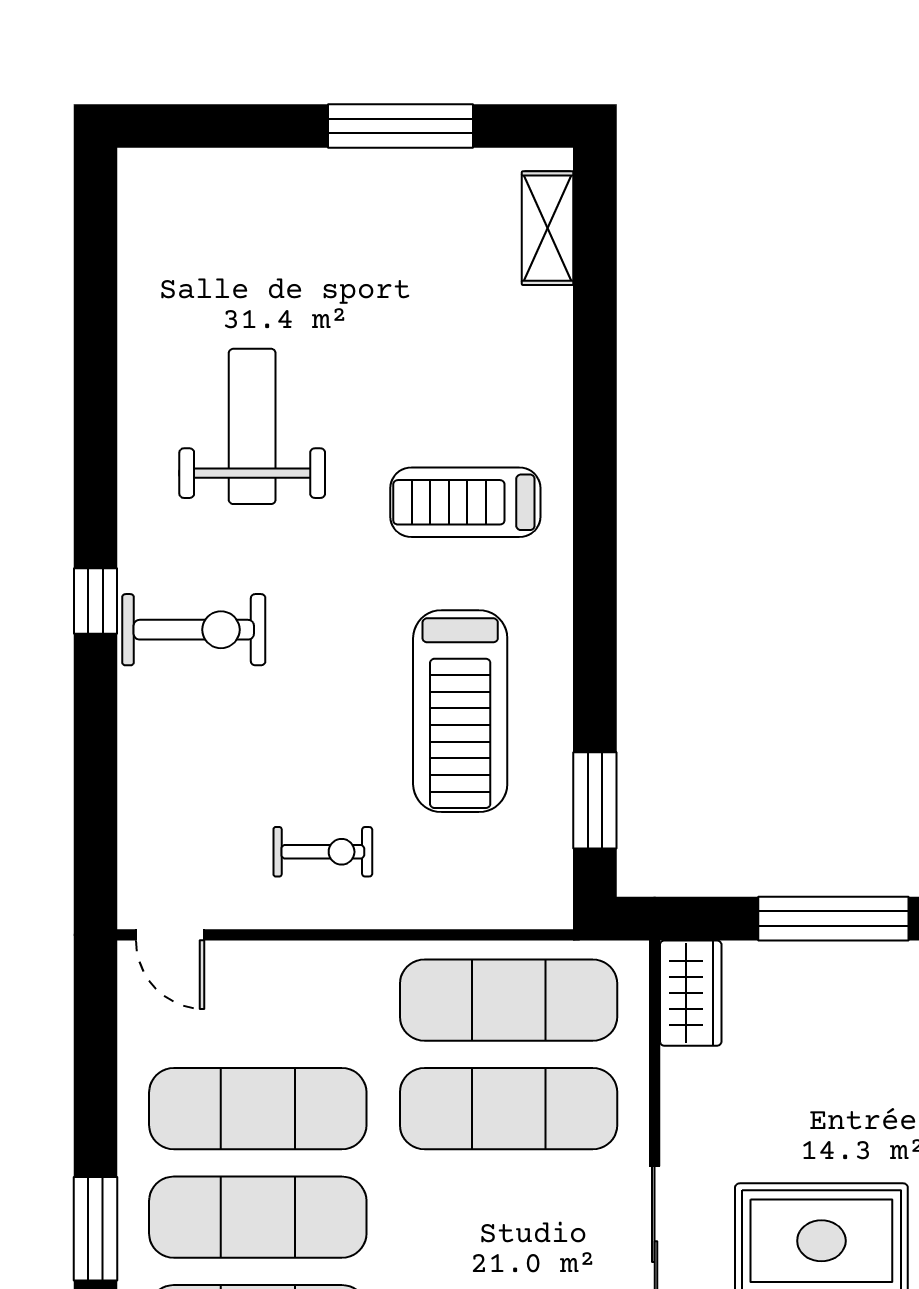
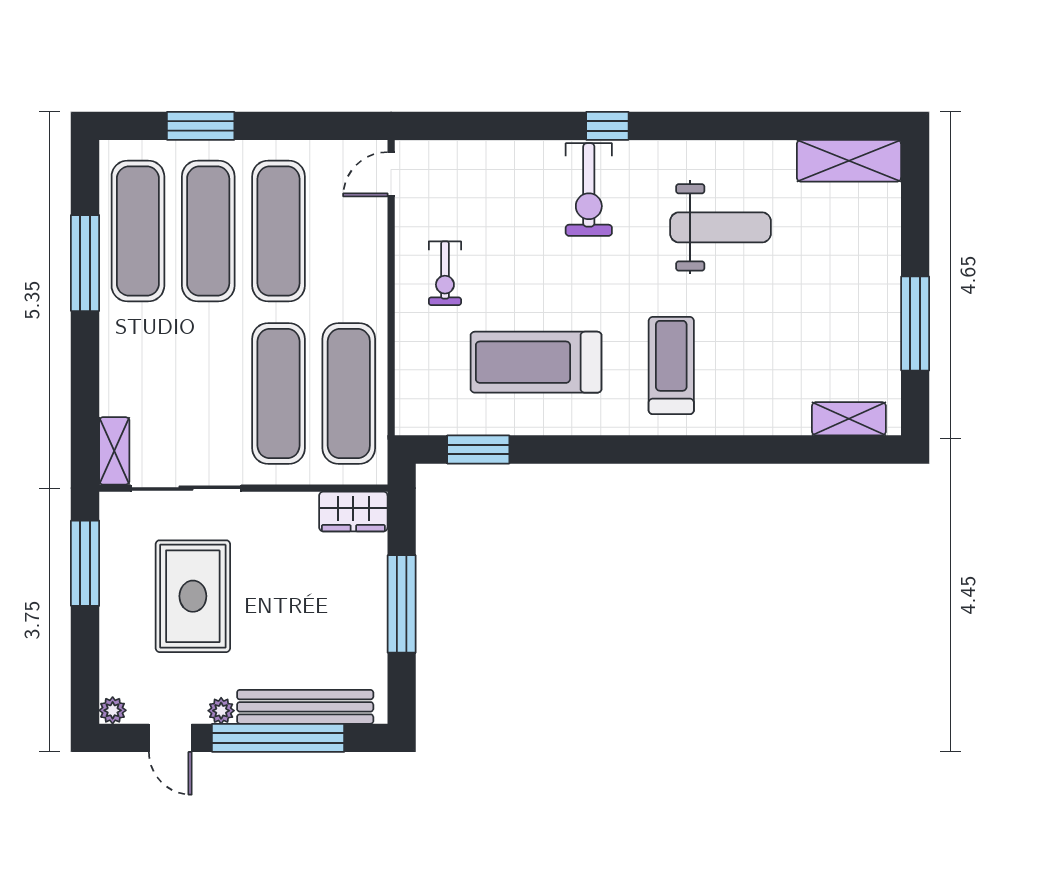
shelving: (149, 228) -> (849, 161), added

